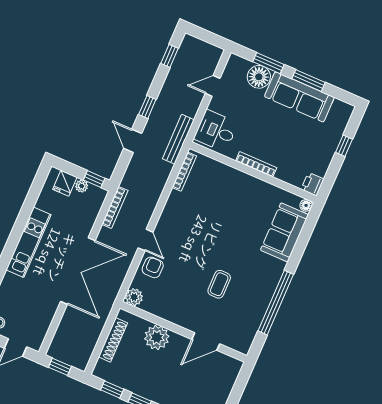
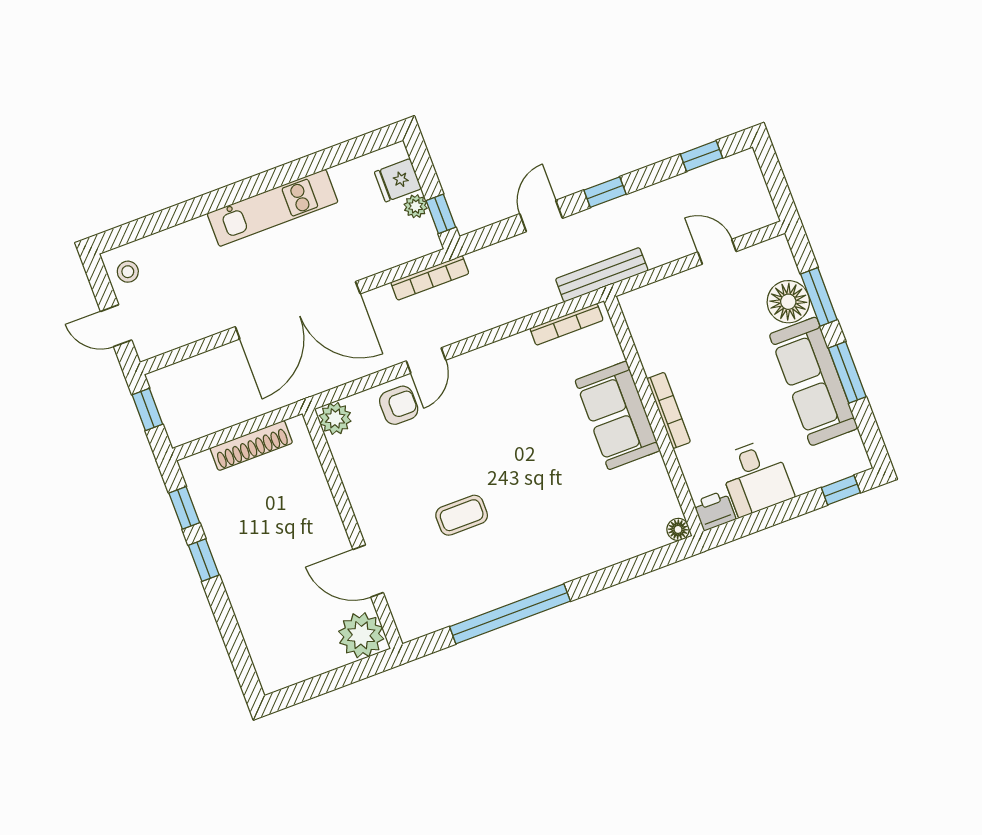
desk: (216, 131) -> (756, 477), moved, turned 180
window: (344, 146) -> (841, 490), moved
sofa: (284, 232) -> (618, 415), moved, turned -90
plant: (157, 337) -> (361, 635), moved

